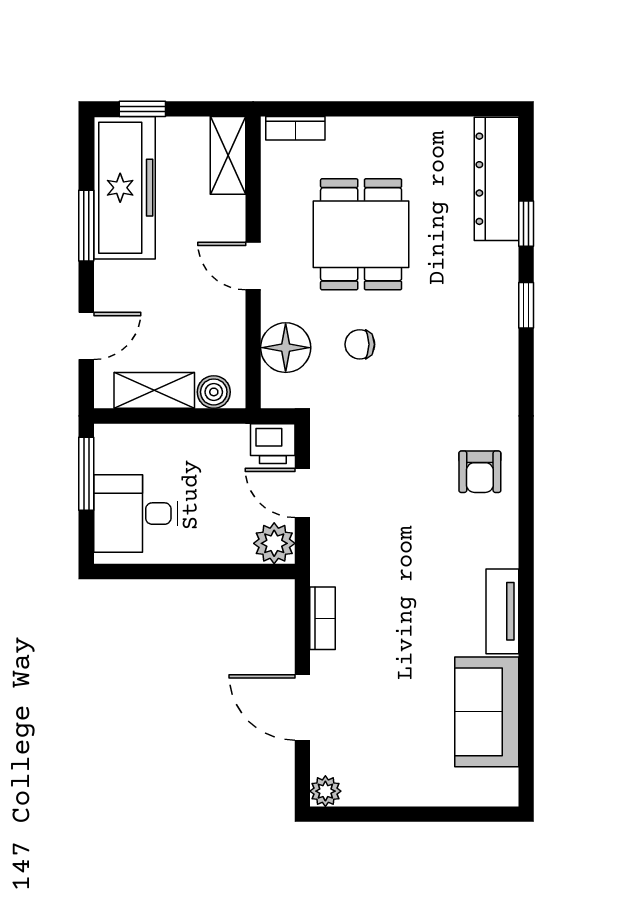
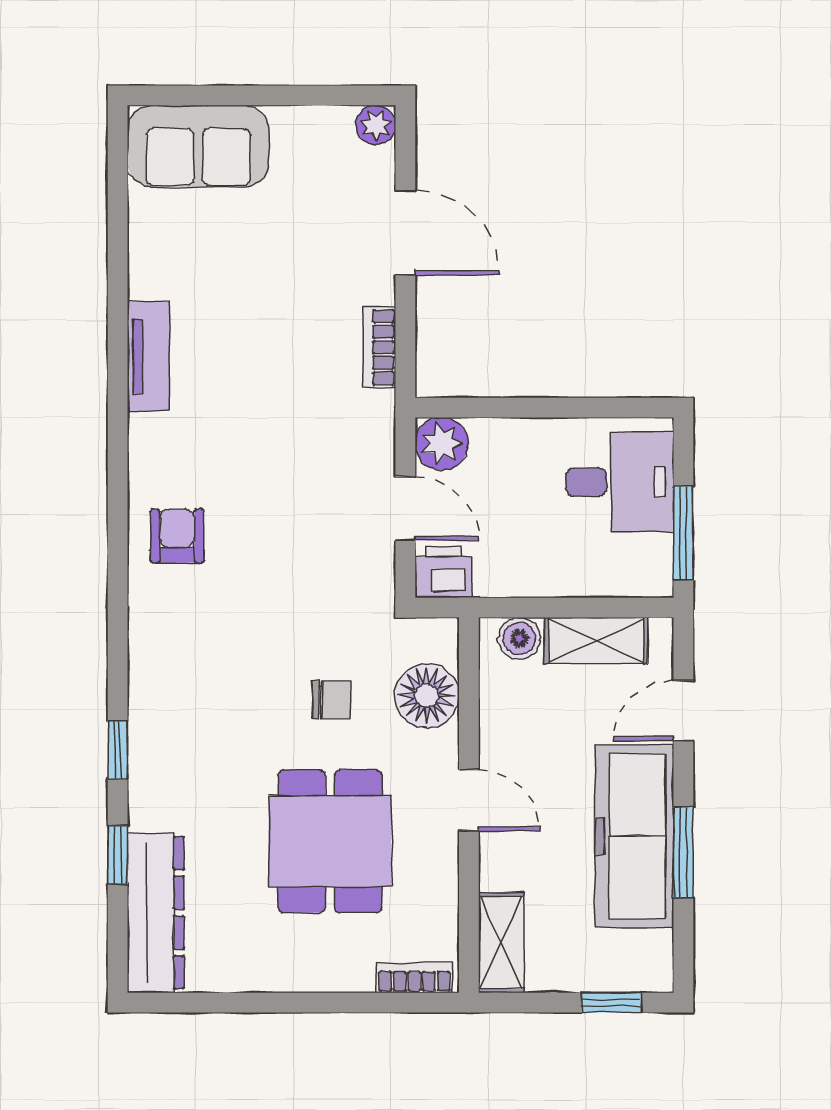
freezer: (124, 188) -> (634, 836), moved
sofa: (487, 712) -> (198, 146), moved, turned 90

